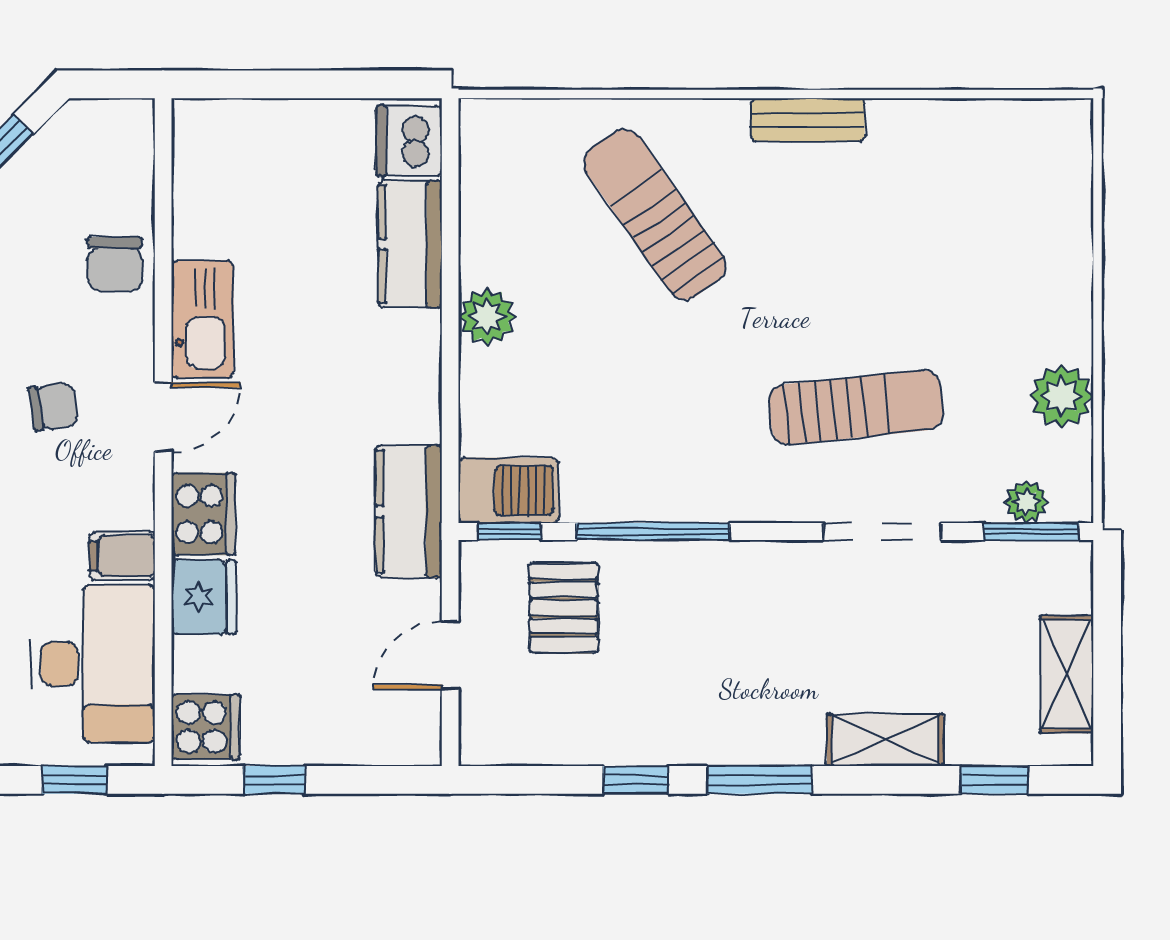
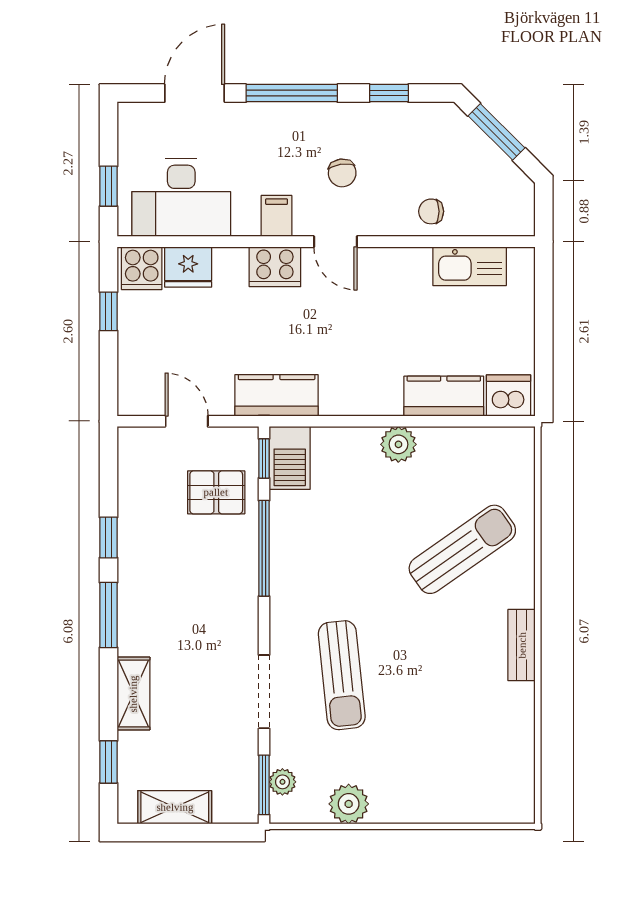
chair: (115, 264) -> (431, 211), width x0.73, depth x0.73
kitchen sink: (202, 319) -> (470, 266), moved
filing cabinet: (122, 556) -> (277, 216), moved
fridge: (204, 597) -> (188, 267), moved

